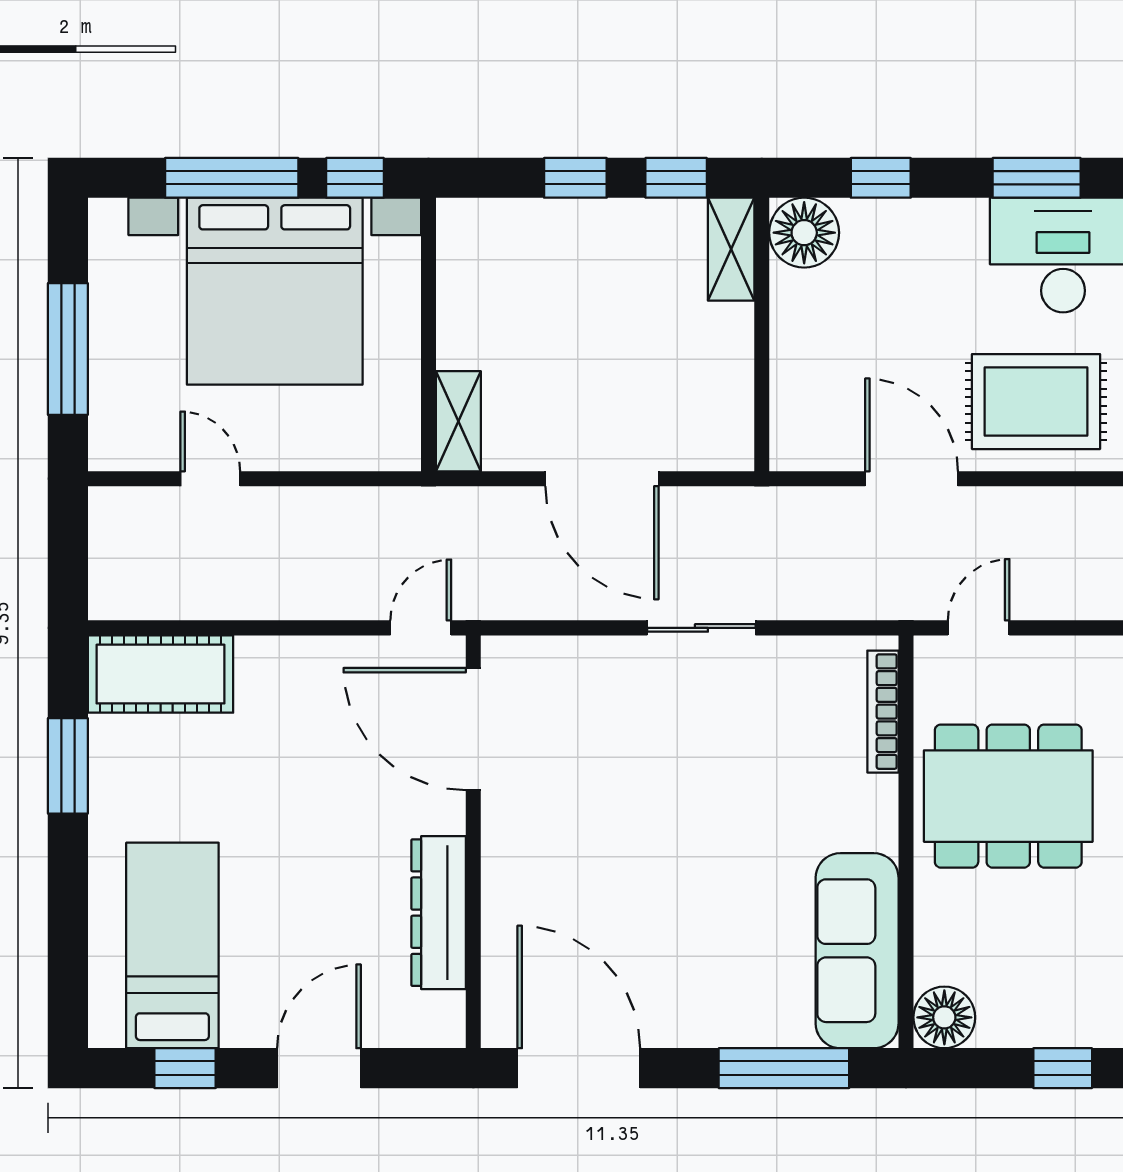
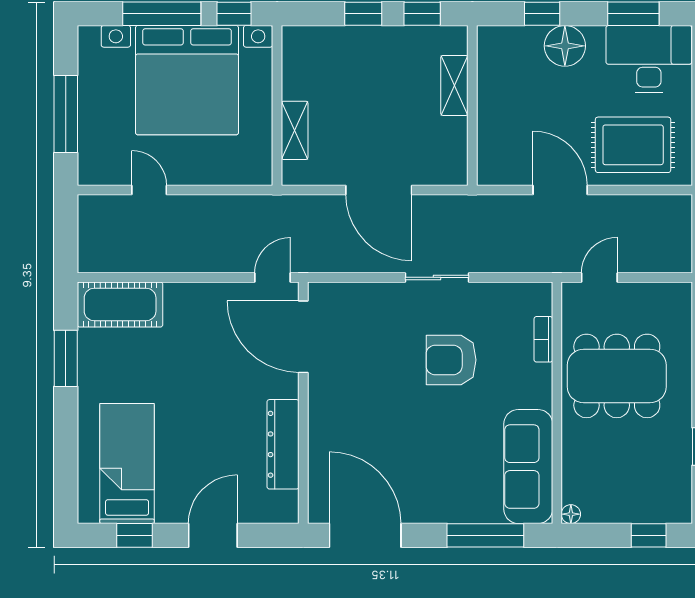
floor lamp: (804, 233) -> (565, 46), moved
shelving: (731, 249) -> (454, 85), moved
shelving: (458, 421) -> (295, 130), moved
bookcase: (883, 712) -> (543, 339), width x0.64
armchair: (725, 769) -> (451, 360), added
floor lamp: (944, 1017) -> (571, 514), width x0.53, depth x0.53

